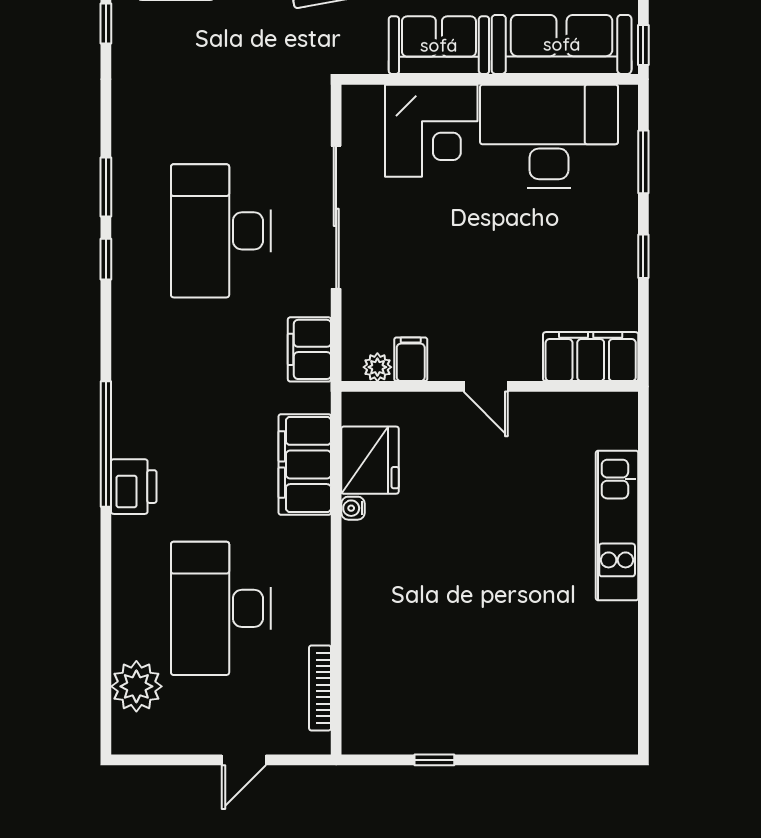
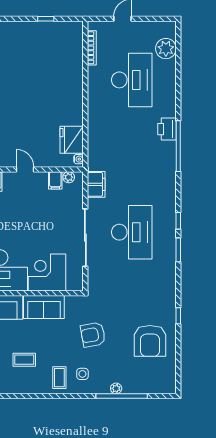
filing cabinet: (305, 464) -> (98, 138), removed
water cooler: (353, 508) -> (79, 159), moved

